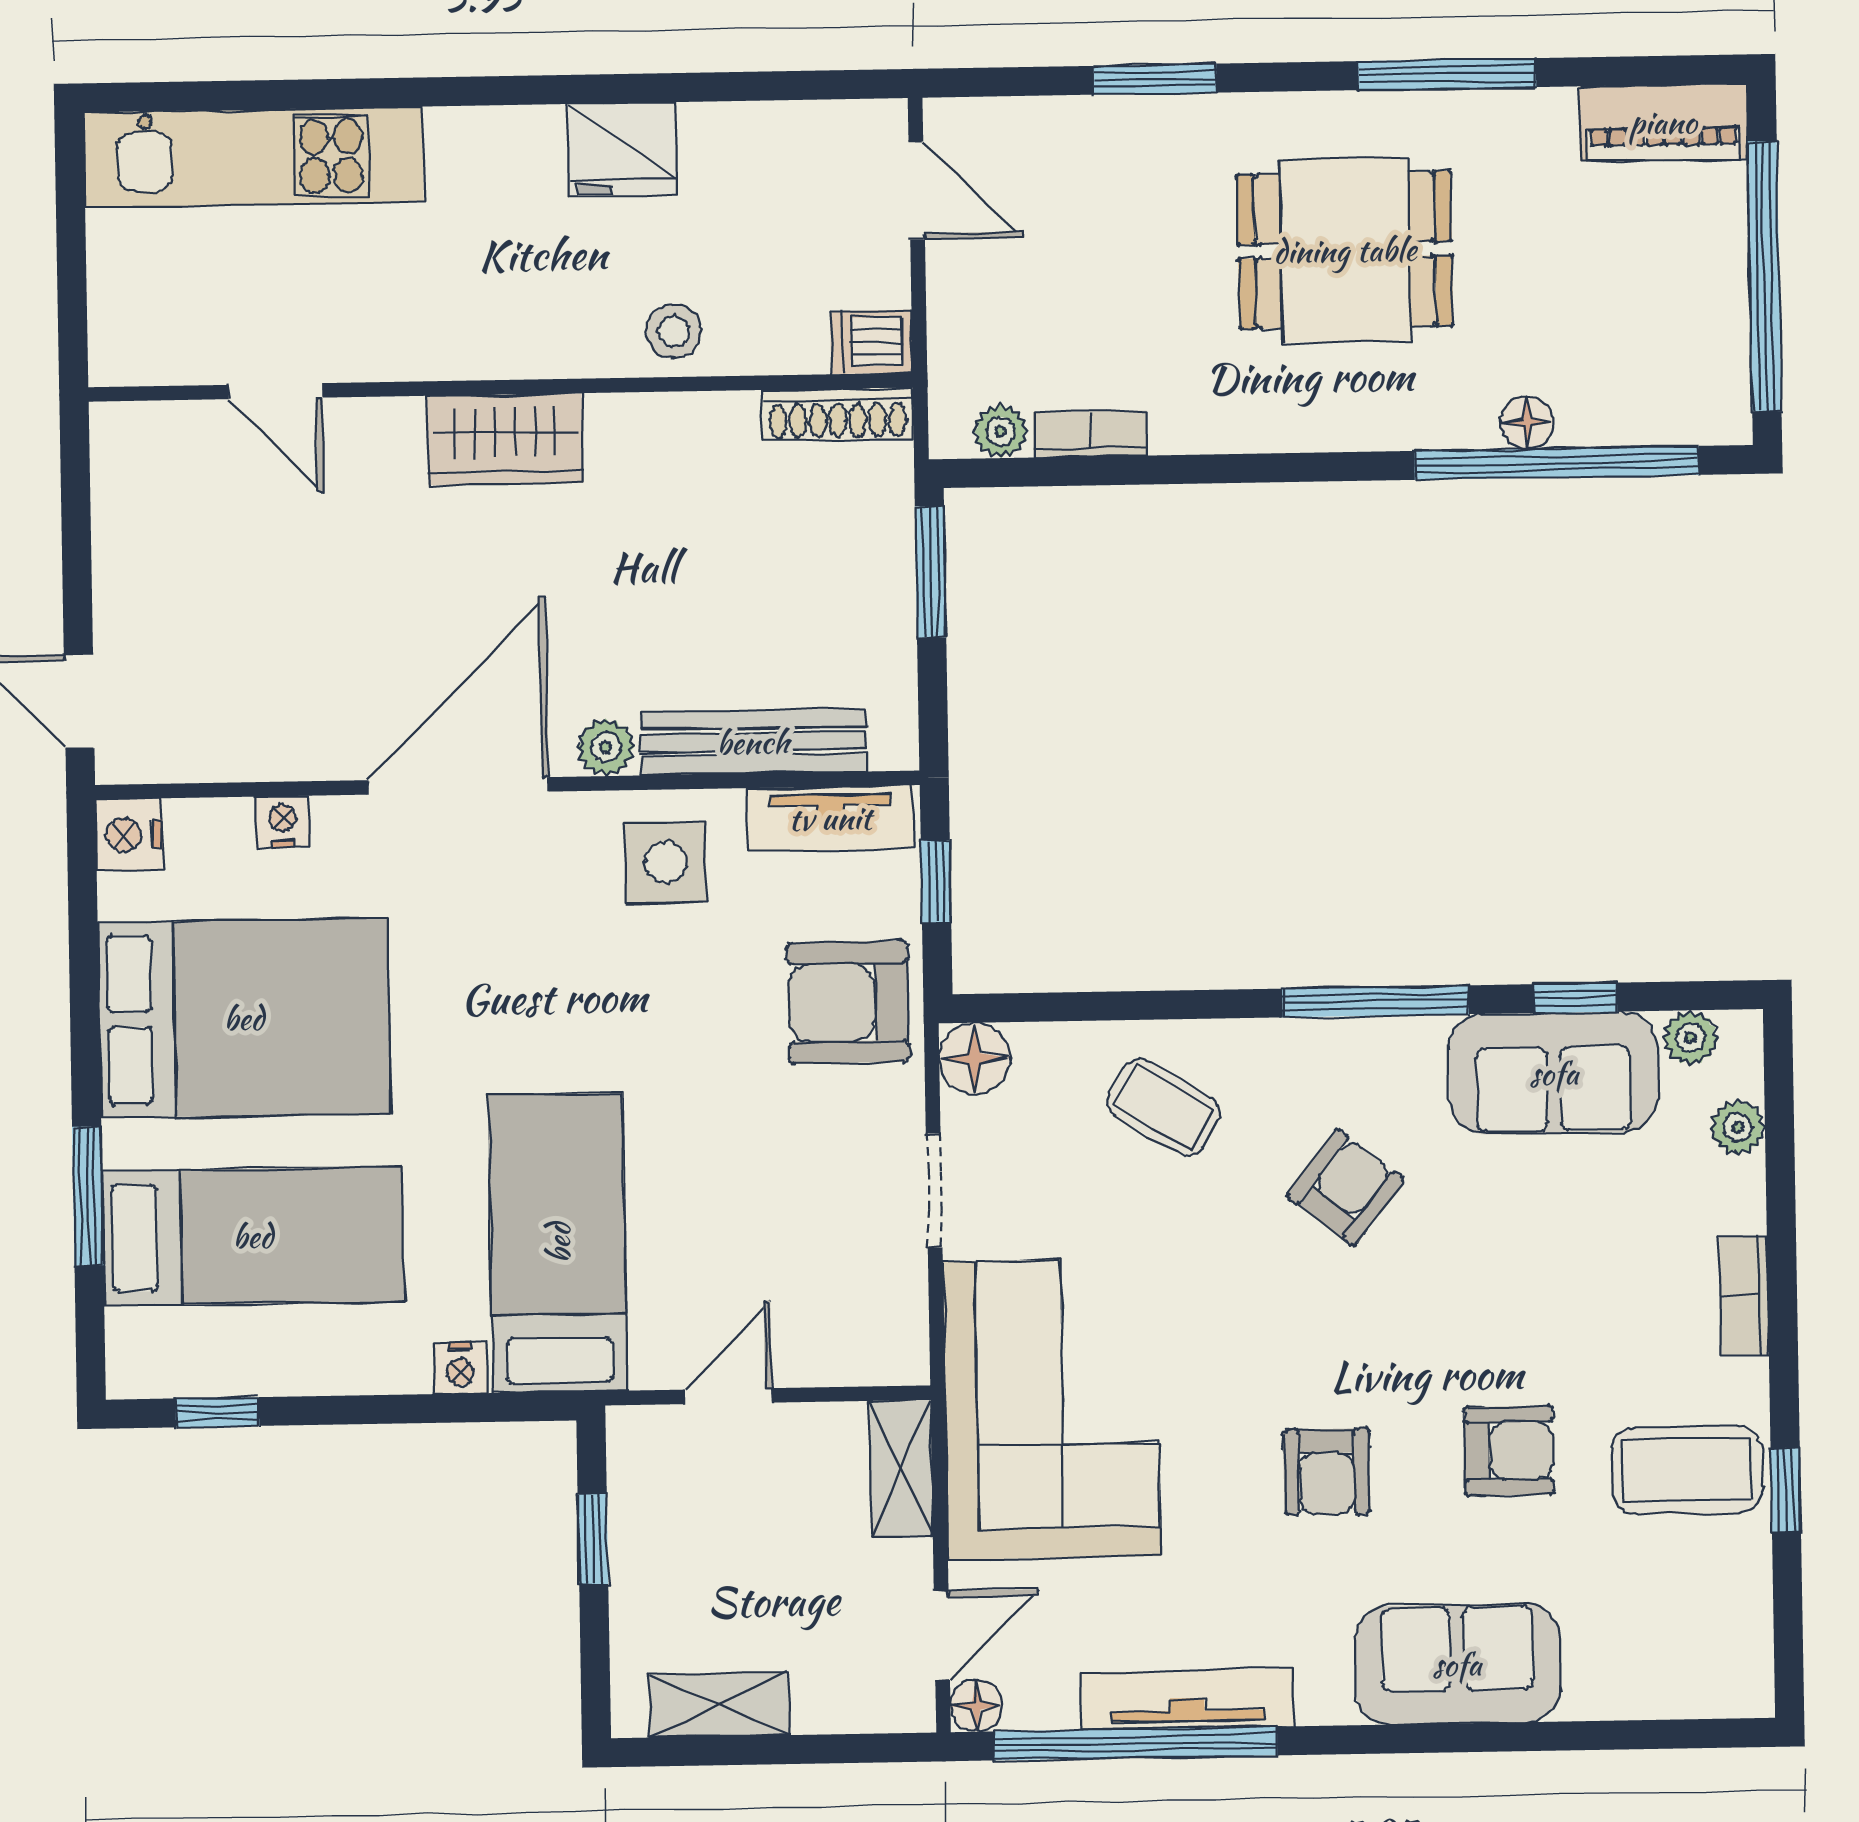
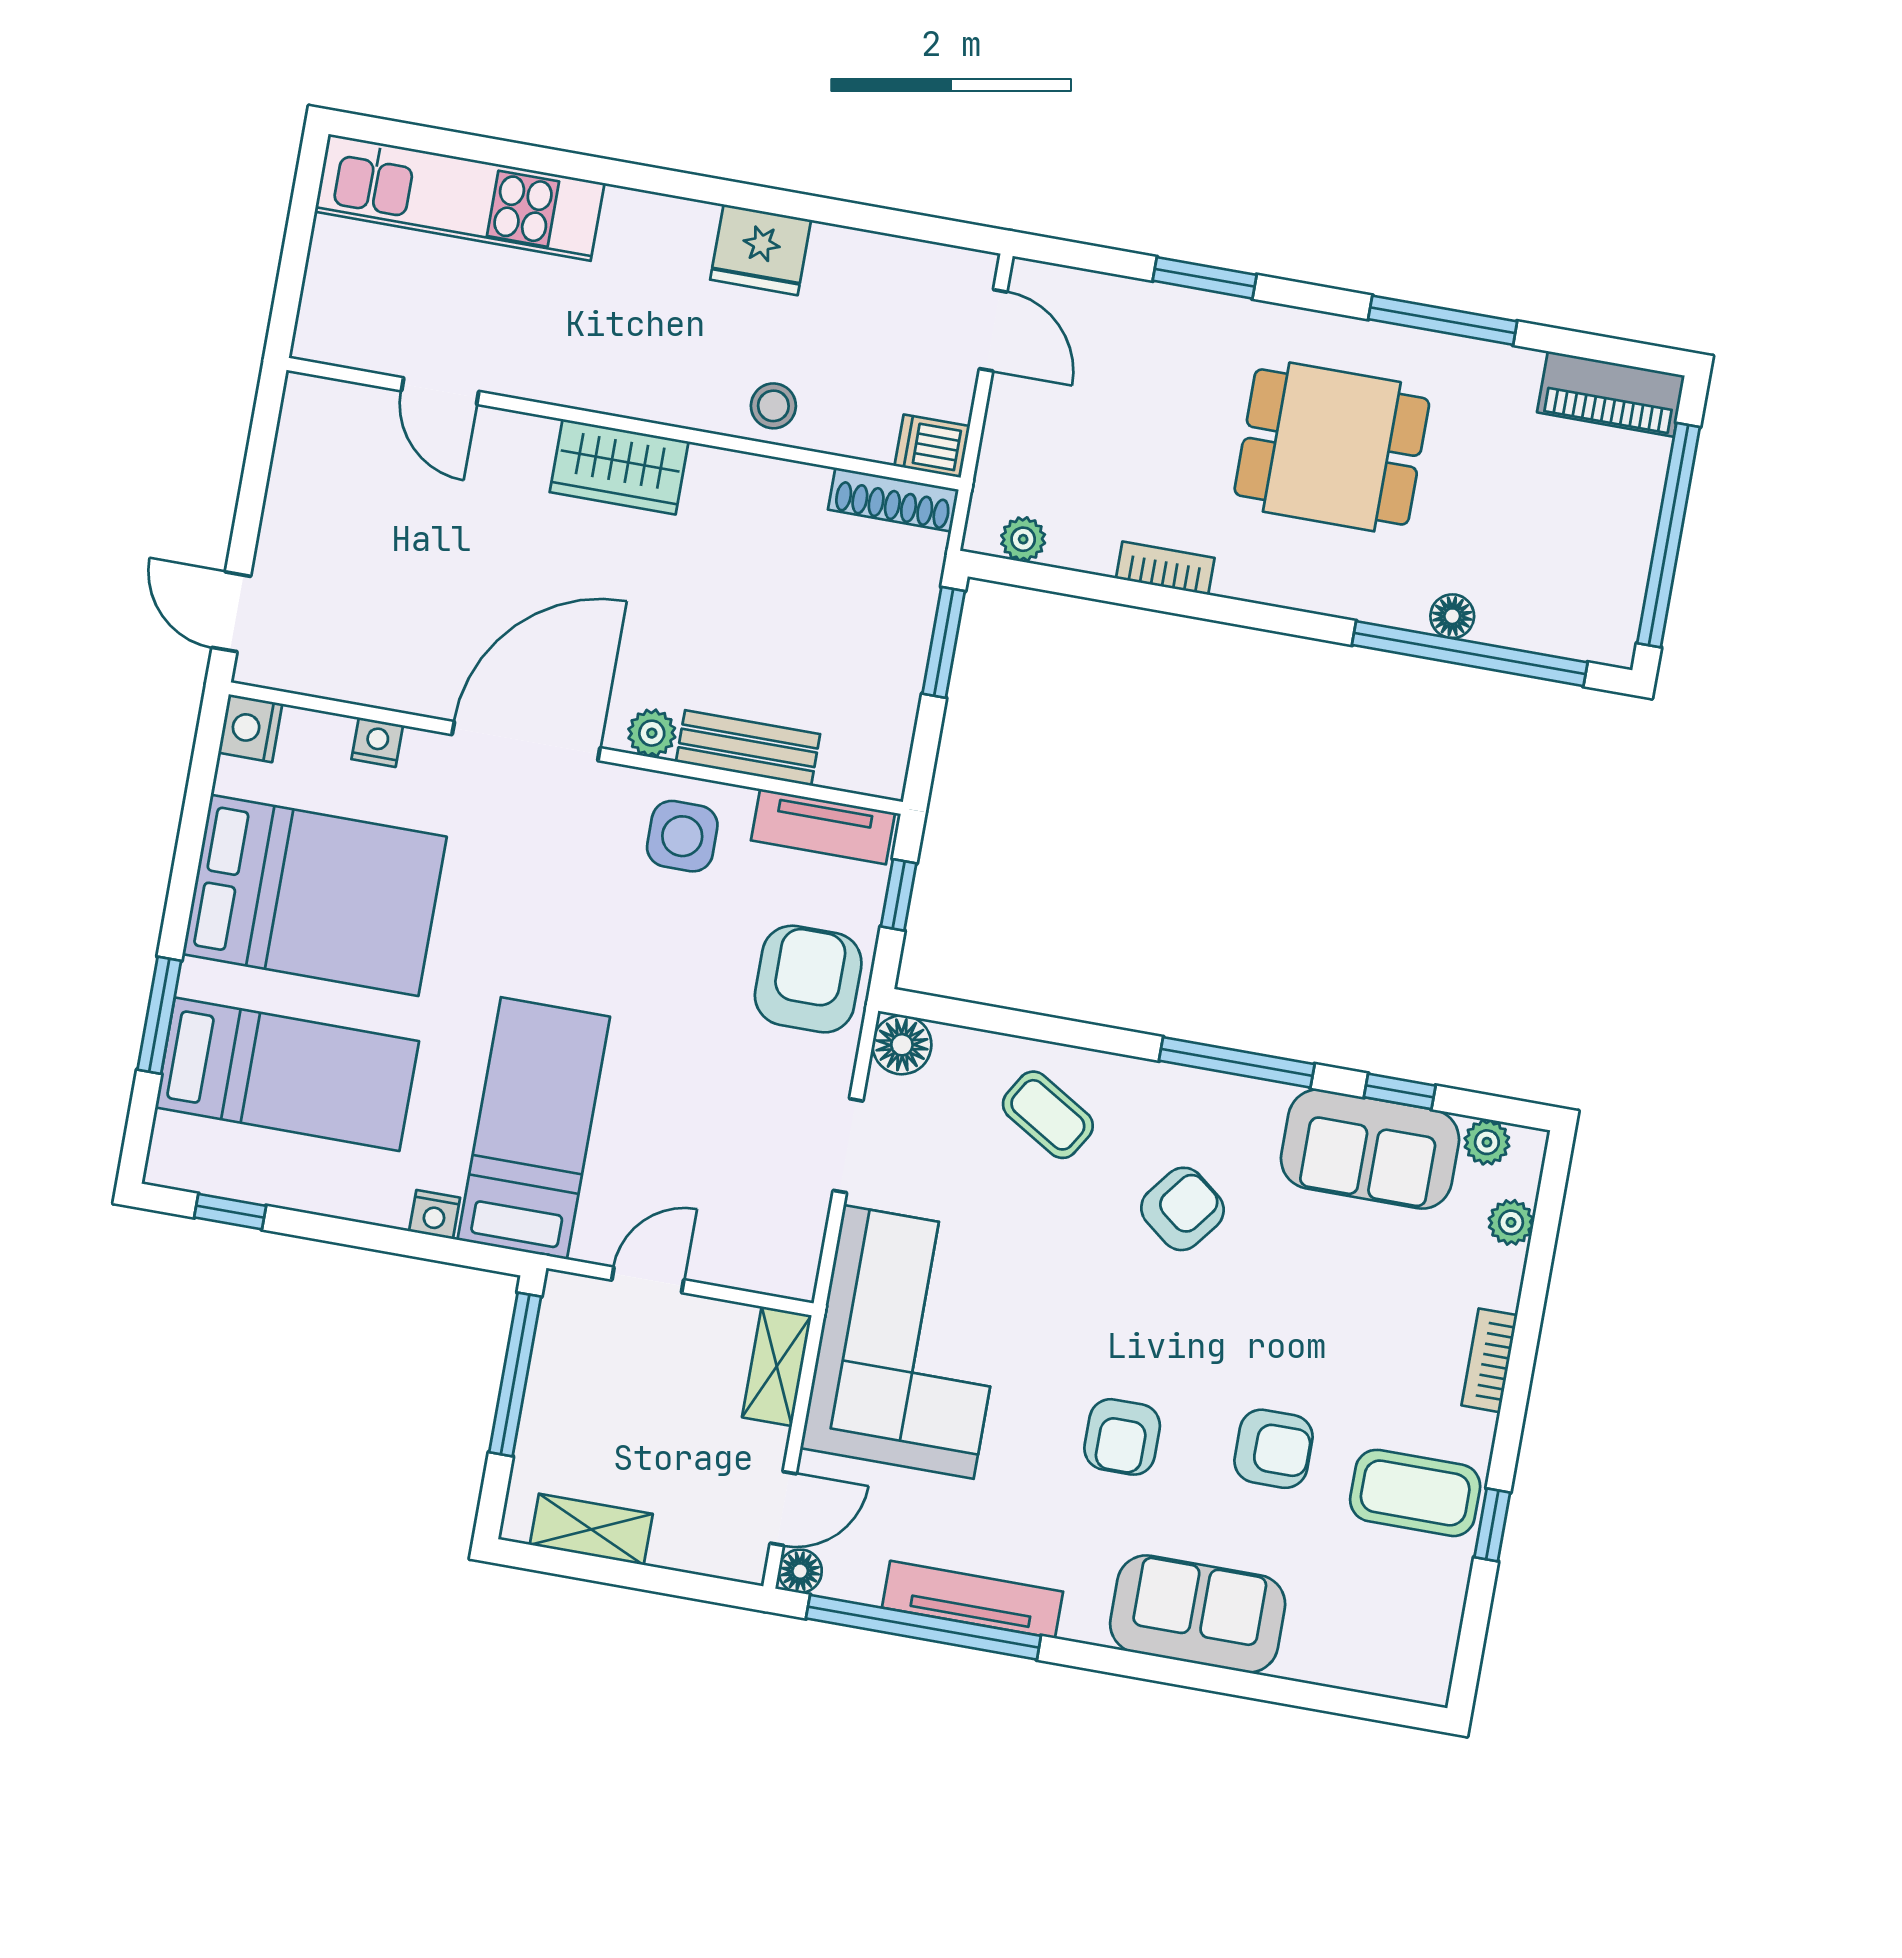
bookcase: (1090, 434) -> (1165, 568), moved
bench: (753, 742) -> (748, 748), width x0.73
armchair: (848, 1002) -> (808, 979), turned 90
window: (593, 1539) -> (515, 1374), width x2.17

